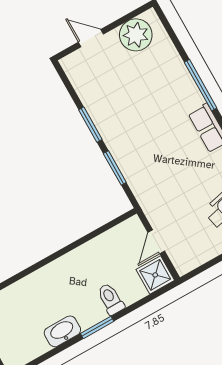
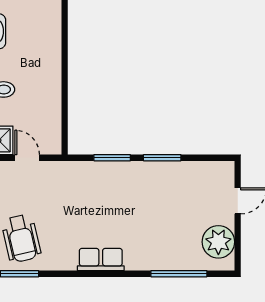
window: (201, 85) -> (179, 274), moved

